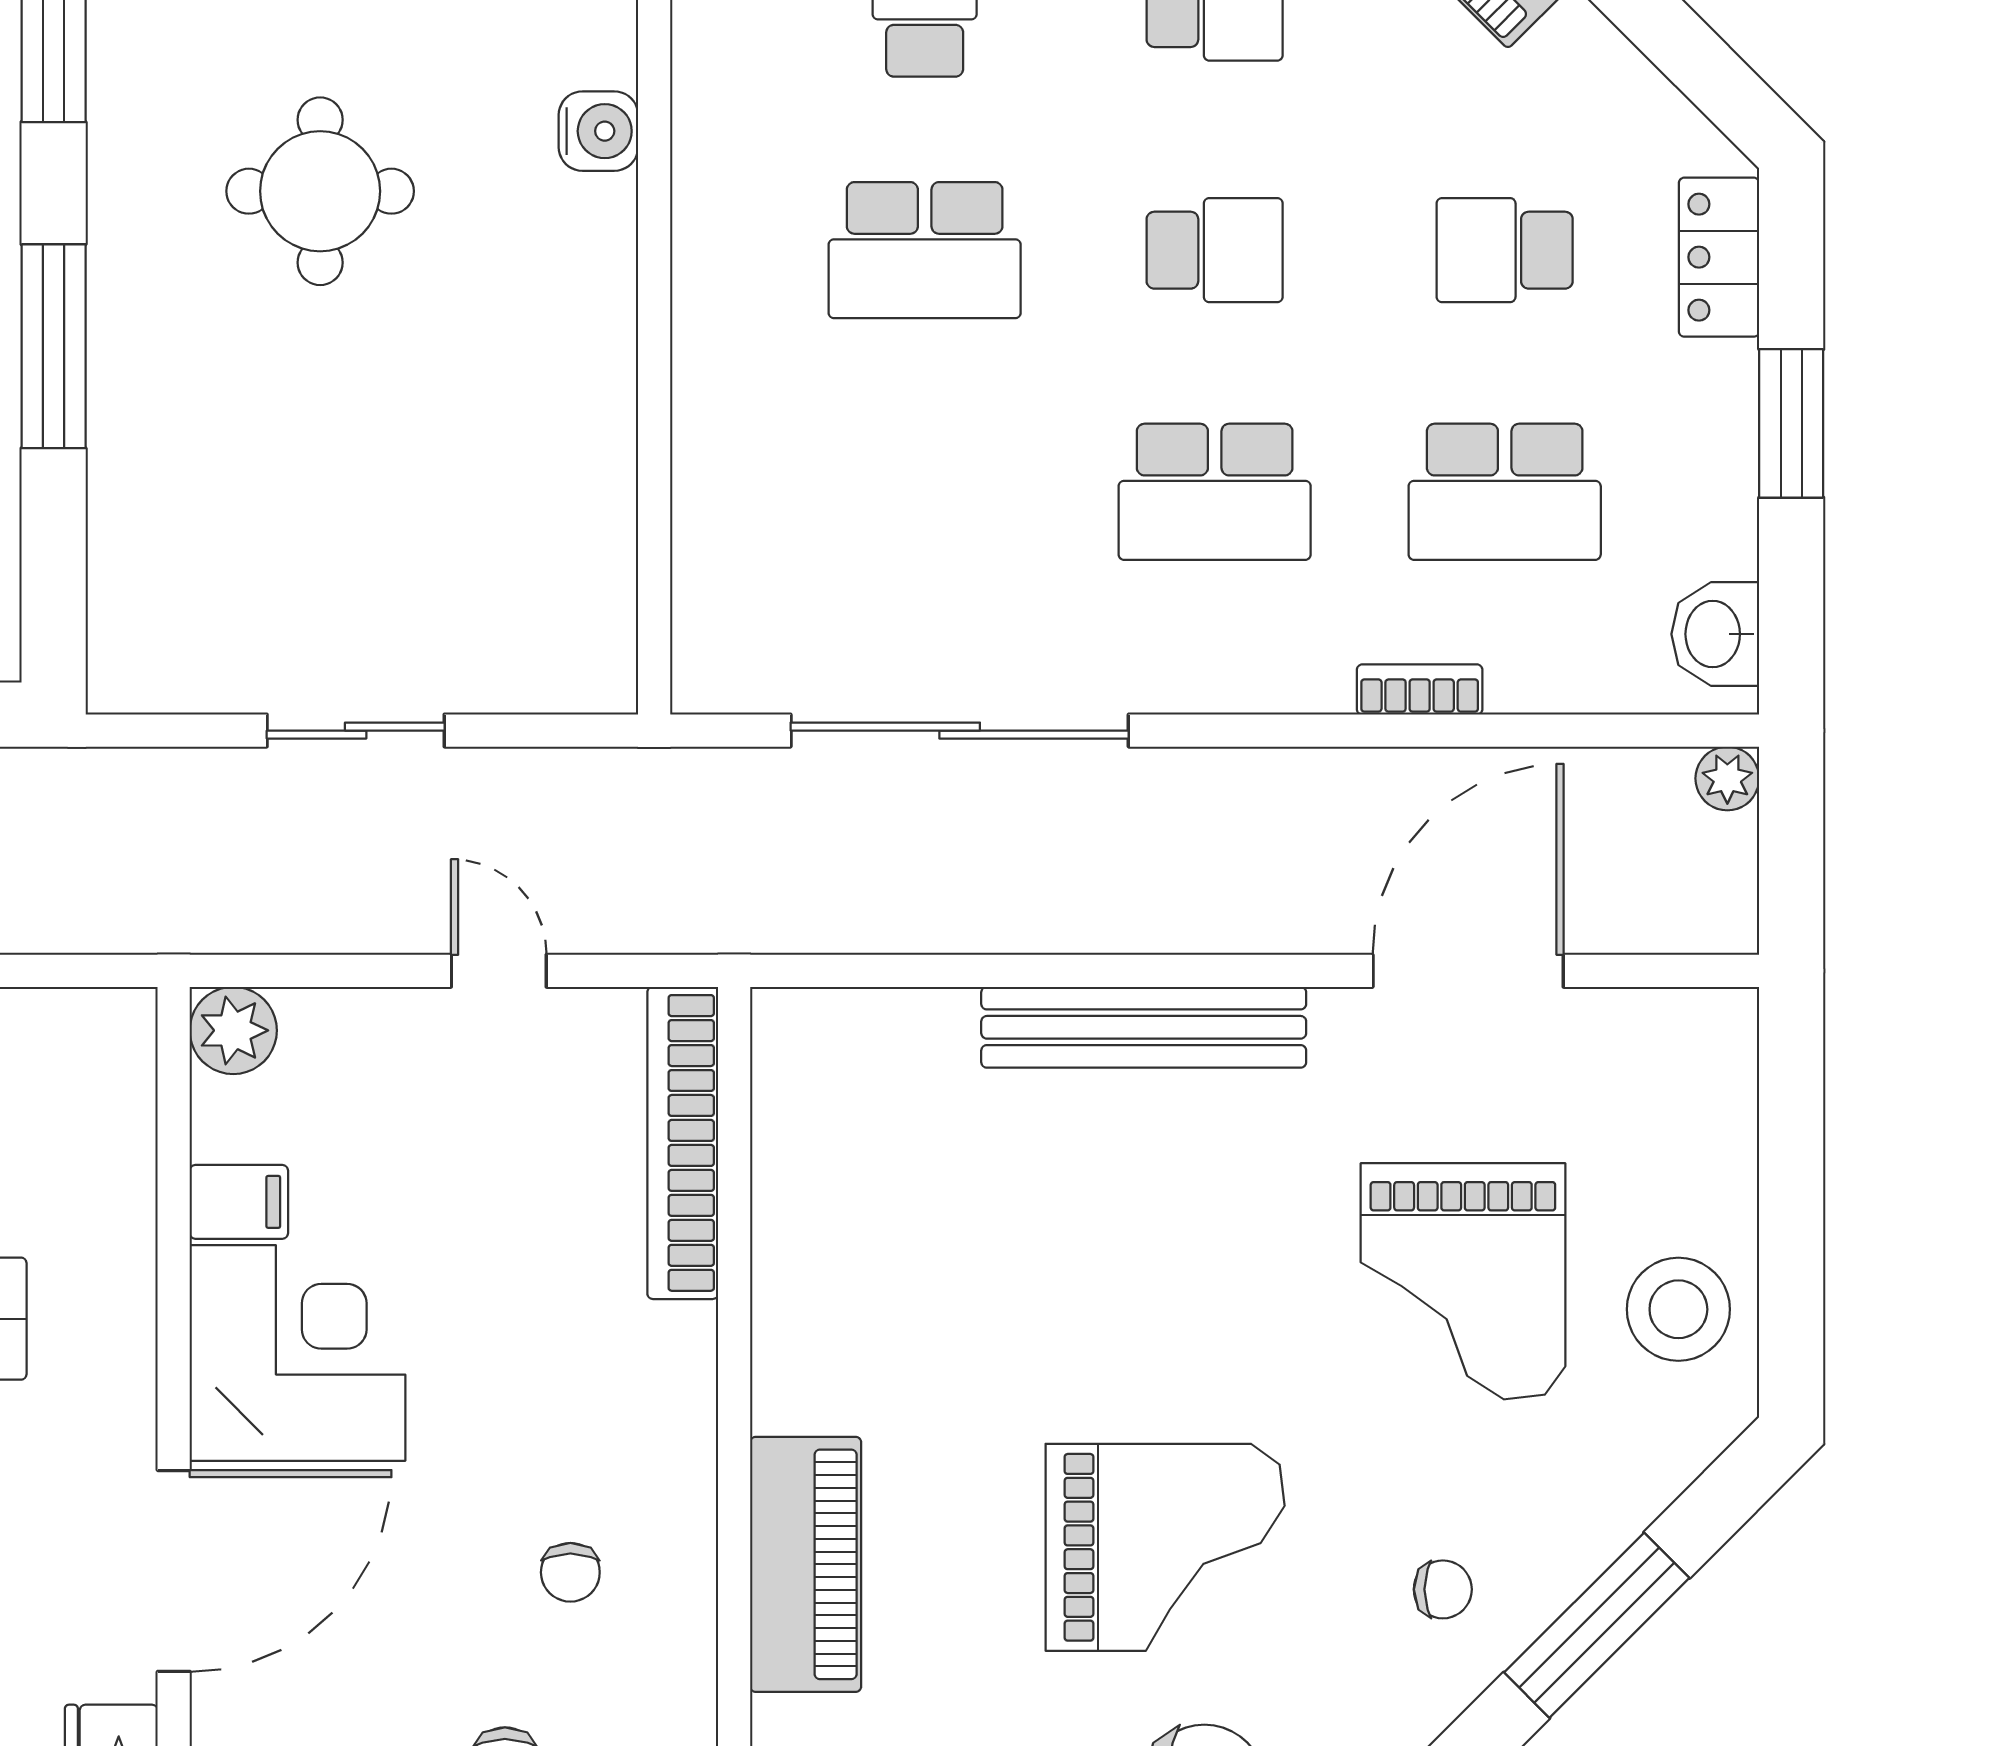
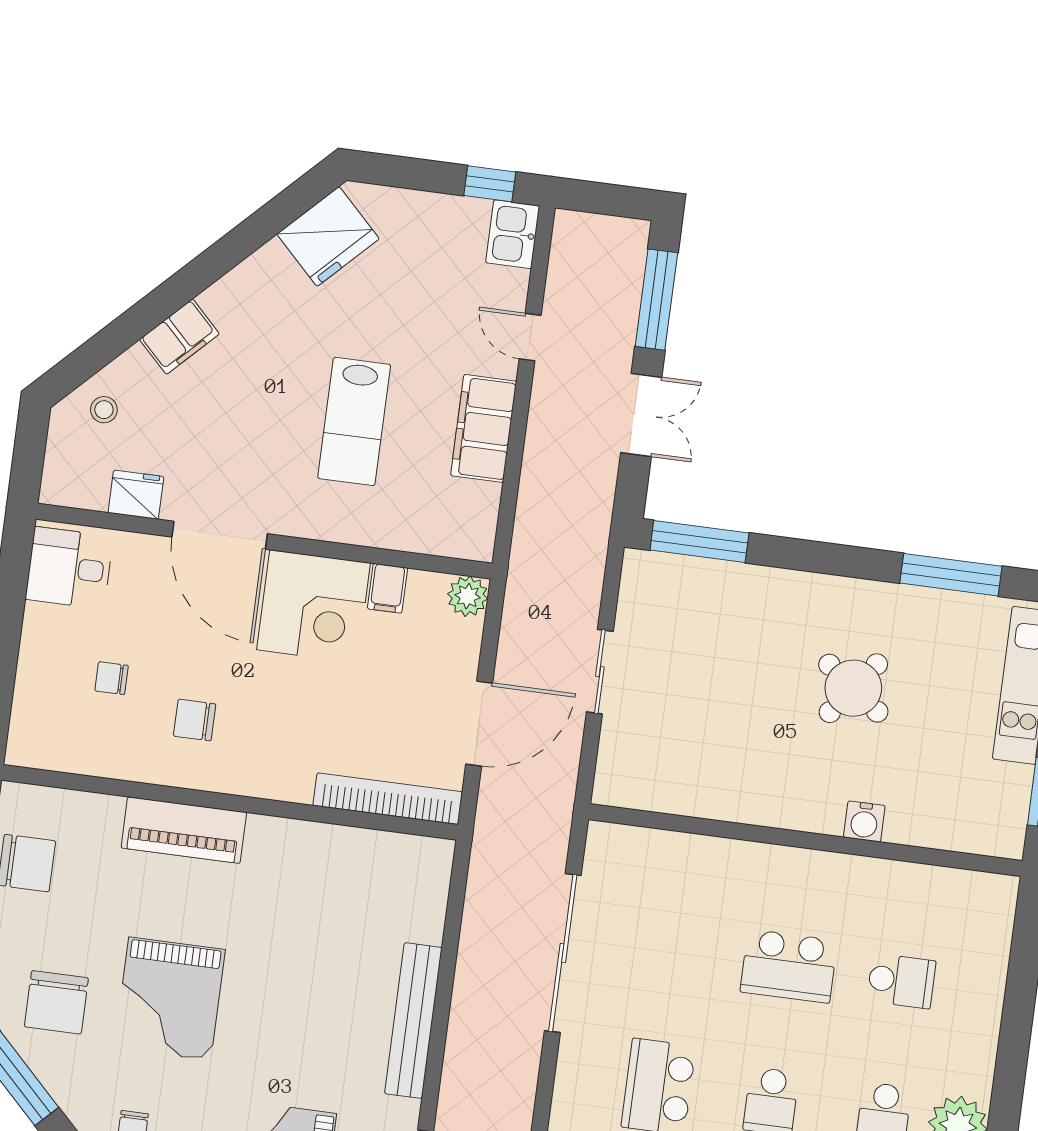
round table: (320, 191) -> (853, 688), turned 37
school desk: (925, 250) -> (789, 966), turned -90
window: (54, 346) -> (699, 542), moved
door: (499, 971) -> (479, 724), width x1.88
chair: (570, 1572) -> (195, 720), width x1.37, depth x1.37

